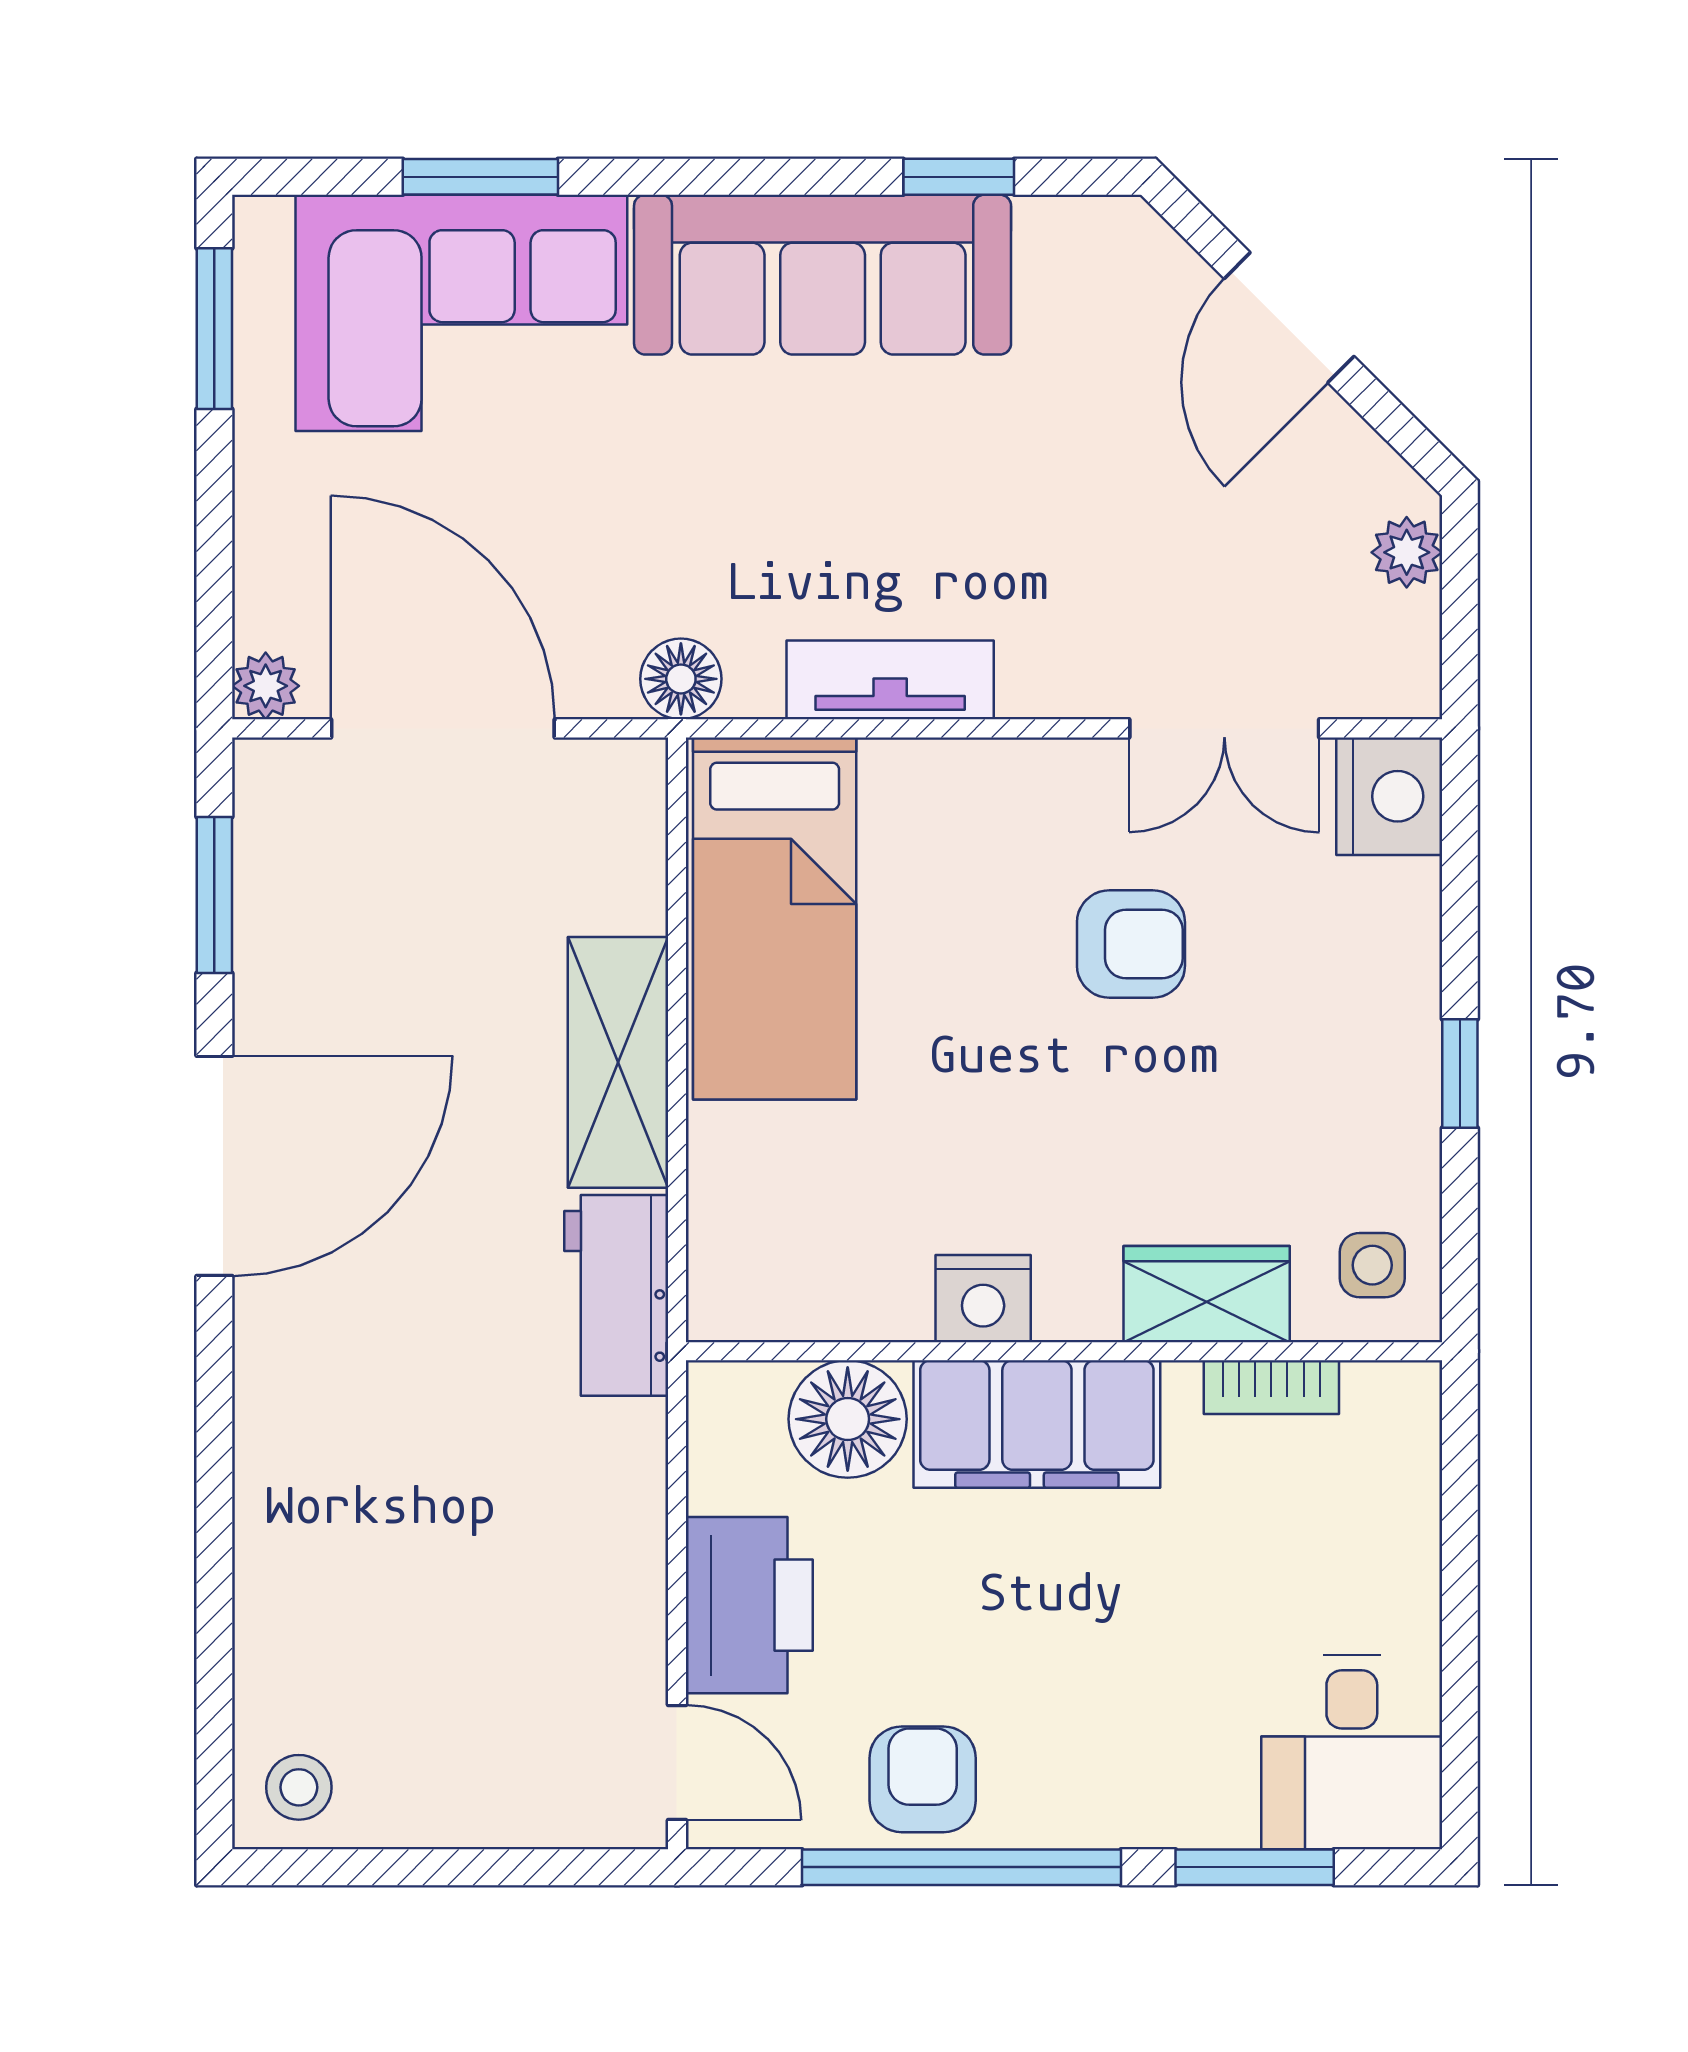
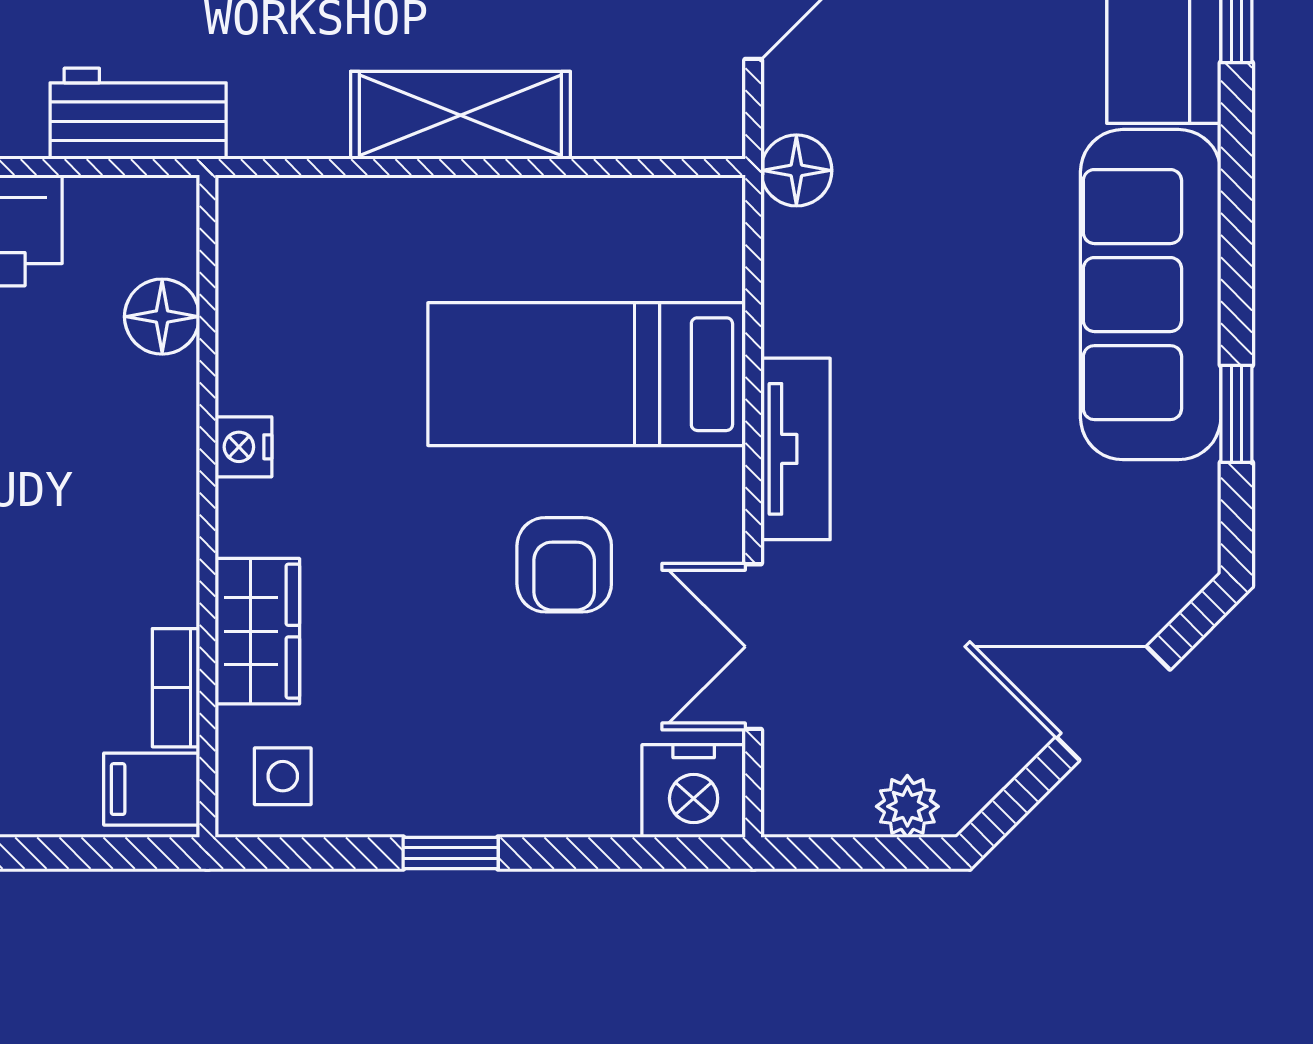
tv unit: (890, 680) -> (796, 449), moved
bed: (775, 918) -> (587, 374), moved
workbench: (616, 1295) -> (138, 114), moved
nightstand: (983, 1299) -> (243, 447), width x0.72, depth x0.74
floor lamp: (848, 1419) -> (162, 317), width x0.73, depth x0.73
filing cabinet: (1037, 1424) -> (152, 789), moved, width x0.33, depth x0.86

